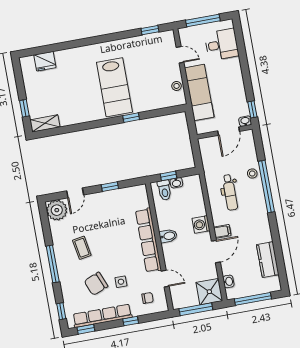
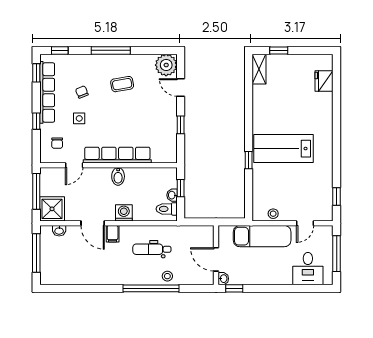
toilet: (164, 190) -> (167, 209), moved
kitchen counter: (268, 260) -> (74, 276), removed
chair: (96, 284) -> (82, 92), width x0.54, depth x0.54

